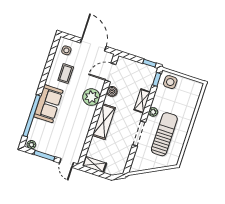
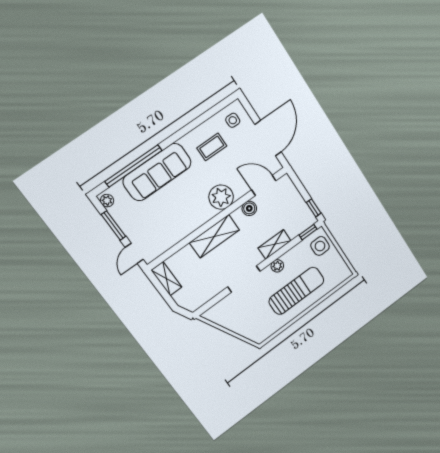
sofa: (48, 104) -> (157, 172), width x1.36
sun lounger: (164, 134) -> (296, 291), moved

